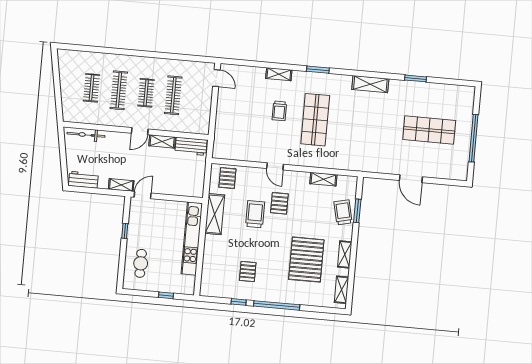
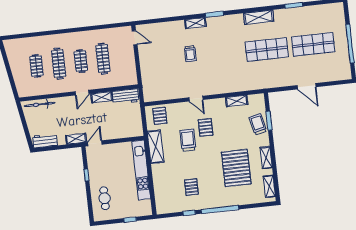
shelving: (279, 74) -> (195, 23), moved
shop shelf: (315, 120) -> (267, 50), moved, turned 90

